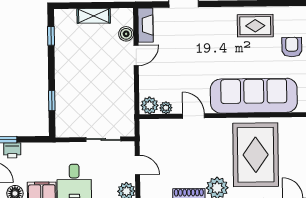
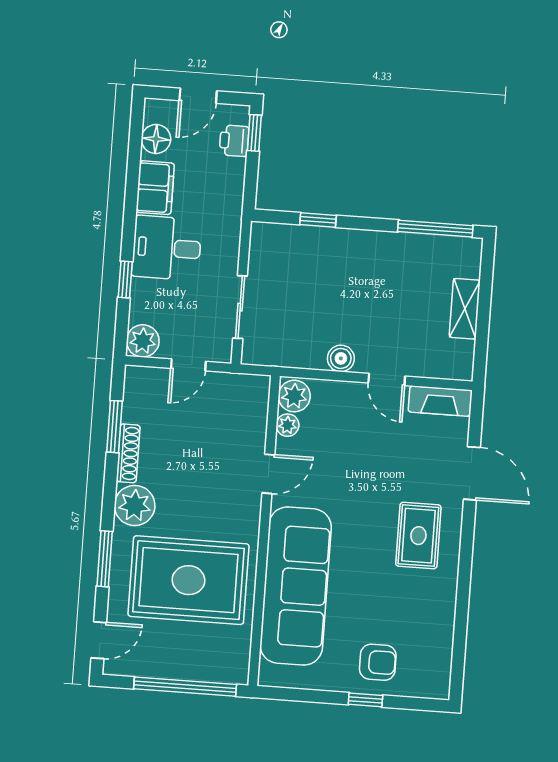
rug: (255, 26) -> (418, 536), moved
boiler: (126, 34) -> (341, 358), moved
window: (51, 36) -> (435, 229), width x2.17

